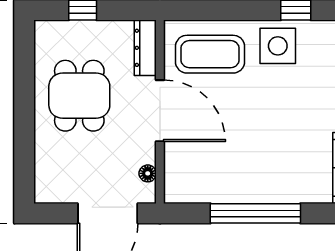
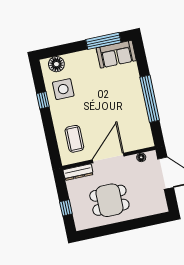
side table: (278, 46) -> (63, 89), moved
coffee table: (210, 54) -> (74, 139), width x0.73, depth x0.76

